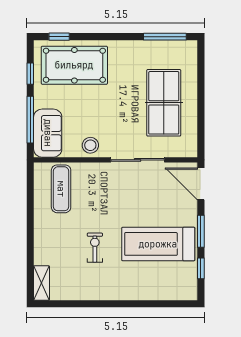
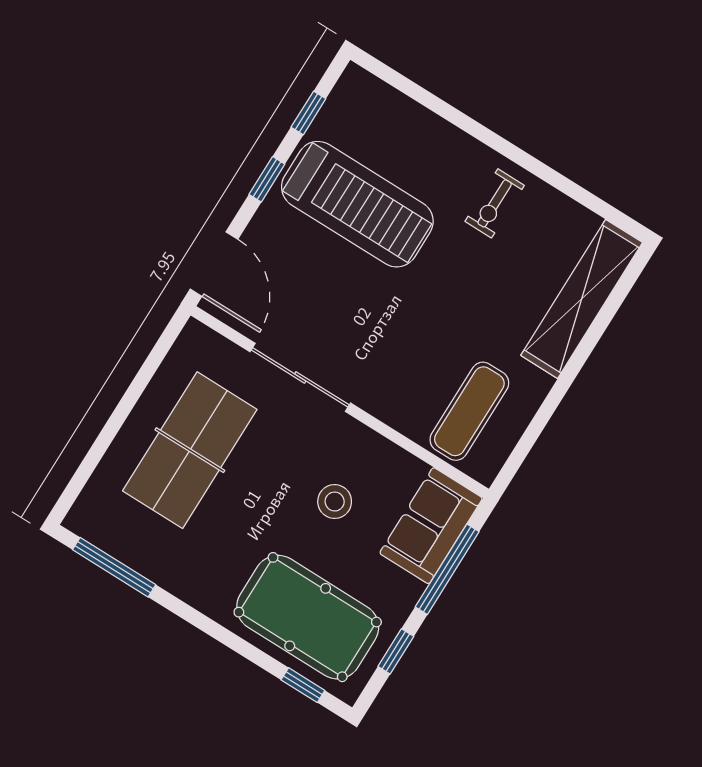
stool: (90, 145) -> (335, 502), moved
window: (201, 231) -> (267, 179), width x0.67
exercise bike: (95, 248) -> (495, 203), moved
shelving: (41, 283) -> (582, 299), width x2.20, depth x1.33

